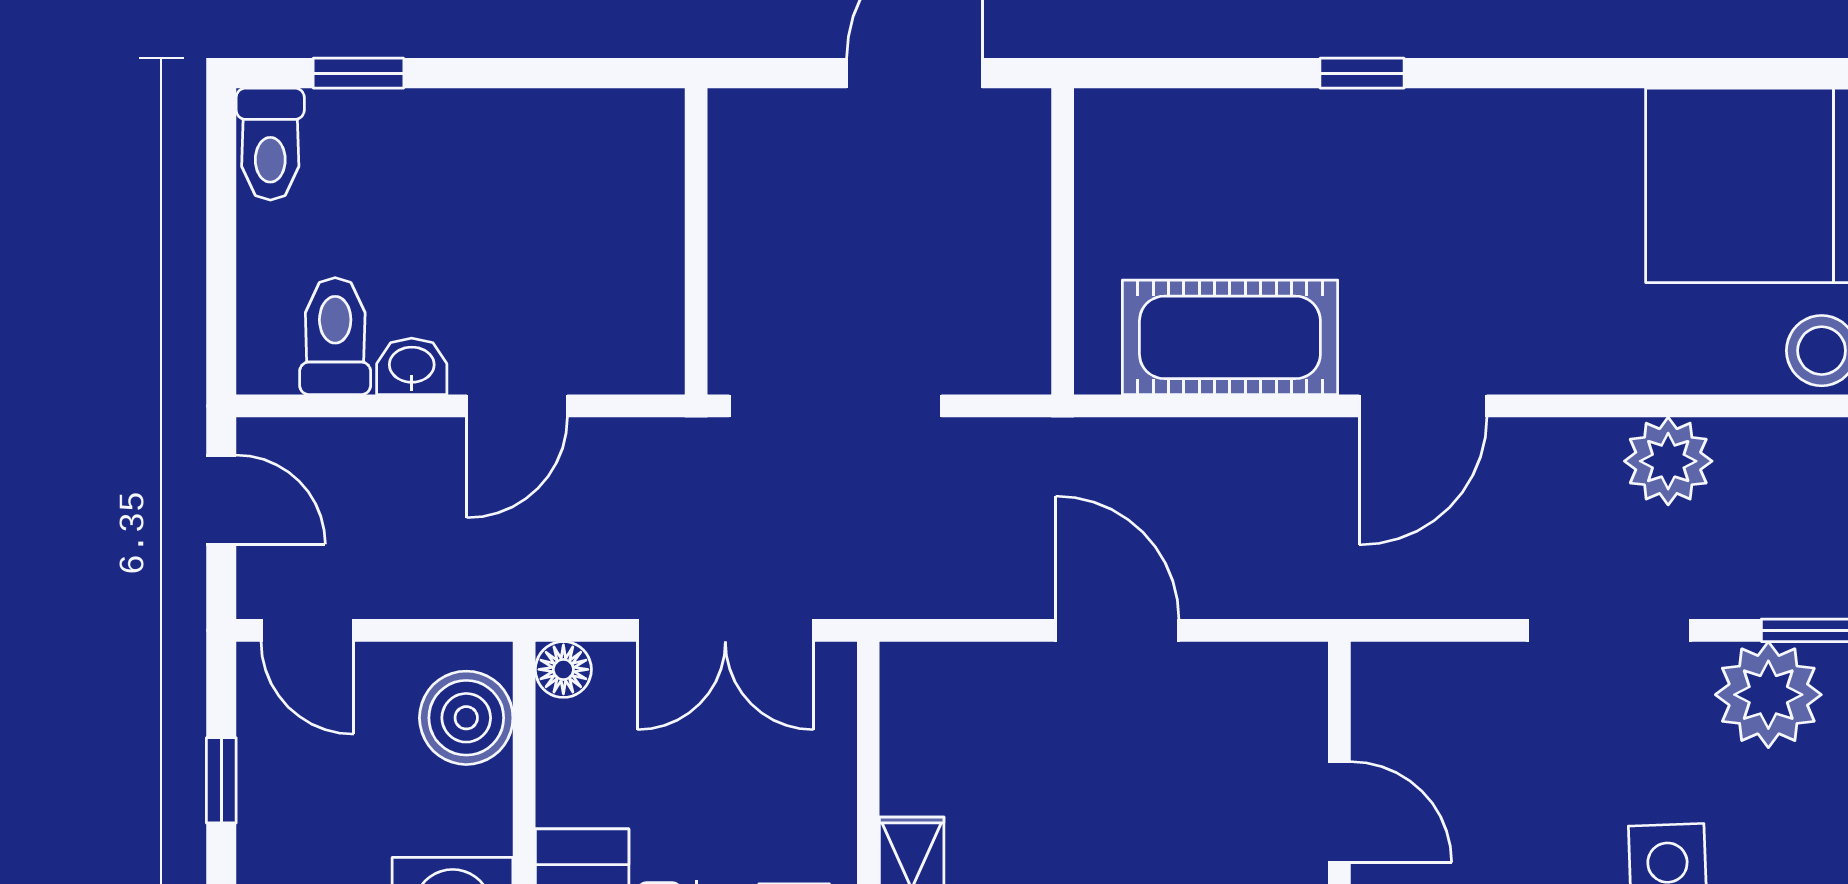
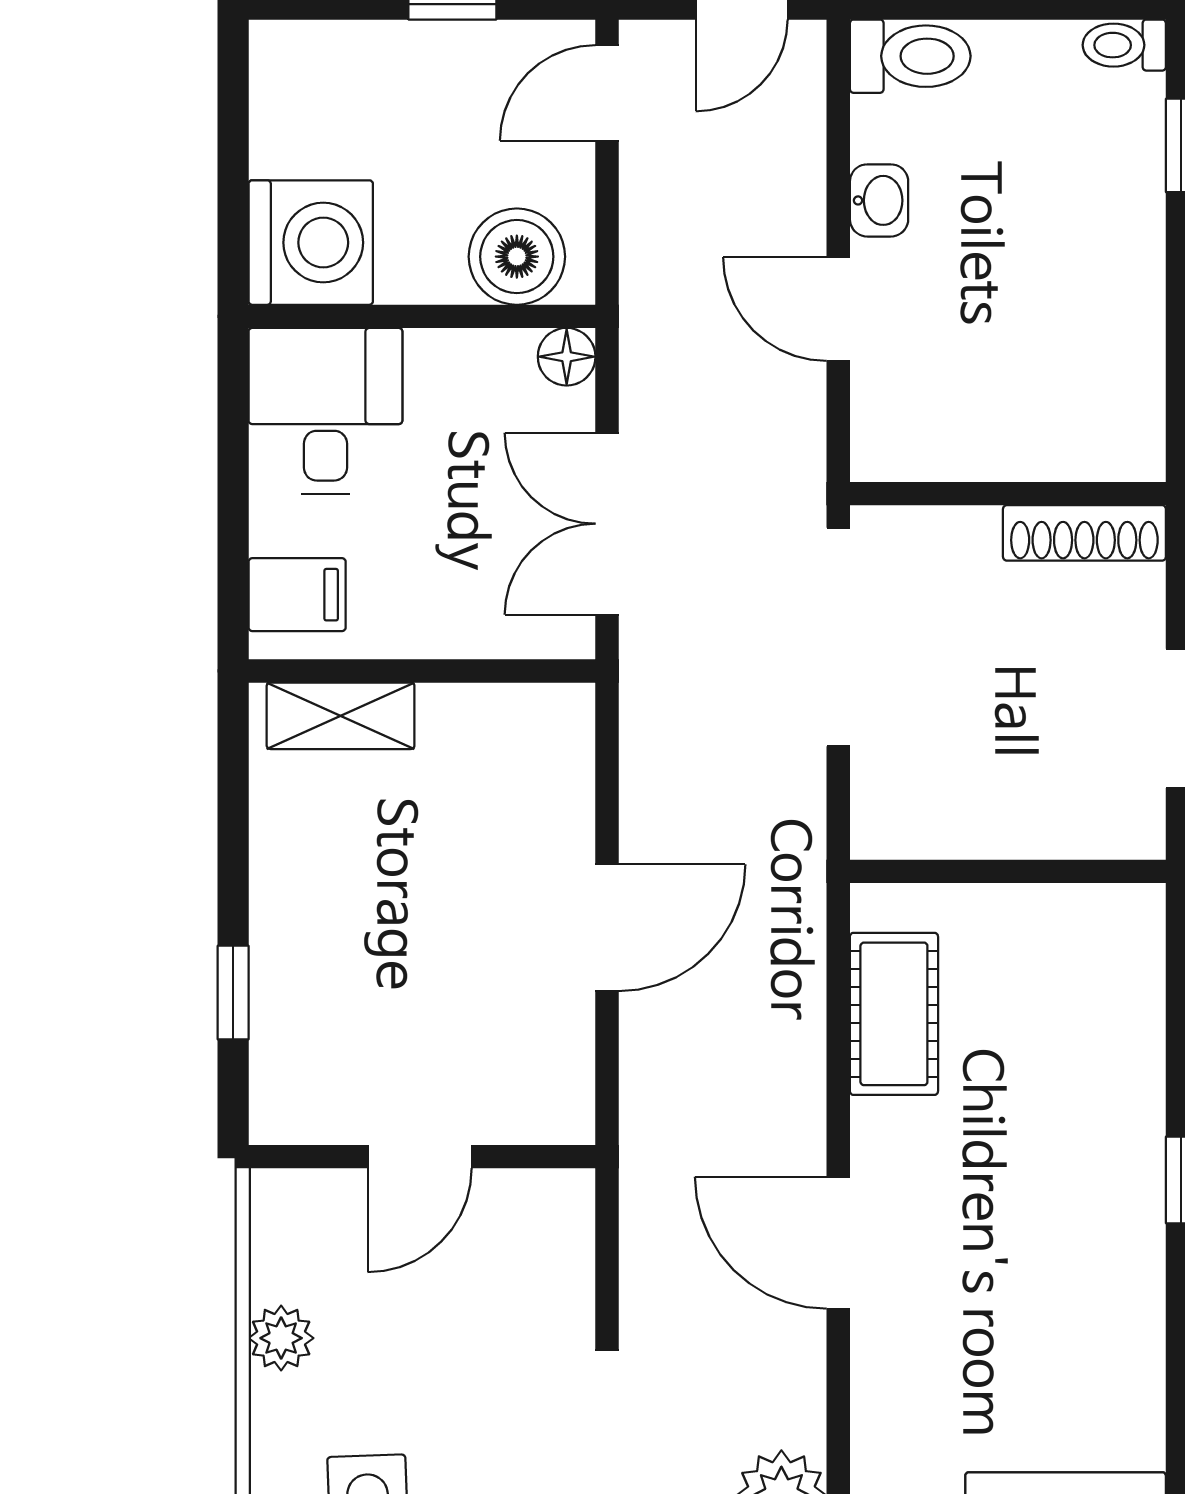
toilet: (270, 144) -> (1124, 45), width x0.73, depth x0.72
shoe rack: (734, 167) -> (1084, 533), added
toilet: (335, 336) -> (910, 56), moved
cot: (1230, 337) -> (894, 1014), width x0.73, depth x0.75

